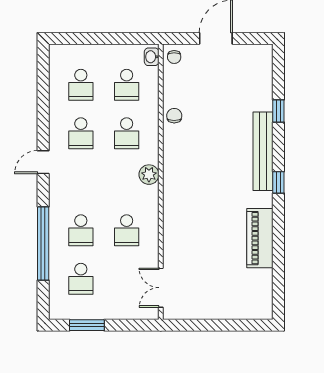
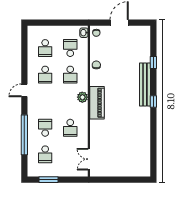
school desk: (127, 85) -> (70, 48), turned 180
school desk: (81, 230) -> (45, 128), turned 180
piano: (260, 238) -> (97, 103), moved, turned 180

